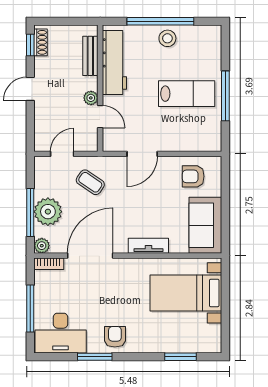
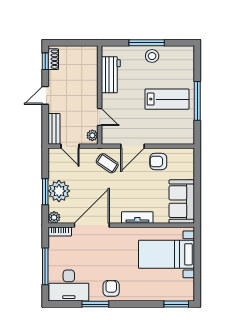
window: (160, 21) -> (147, 43), width x0.68
bench: (90, 56) -> (54, 129), moved
workbench: (114, 62) -> (111, 75), width x0.73
plant: (91, 98) -> (92, 135), moved
door: (62, 154) -> (70, 146), swing flipped
armchair: (193, 176) -> (158, 161), moved
coffee table: (90, 182) -> (107, 163), moved
window: (30, 213) -> (45, 192), width x0.69
window: (180, 357) -> (176, 304), moved

